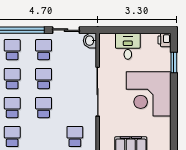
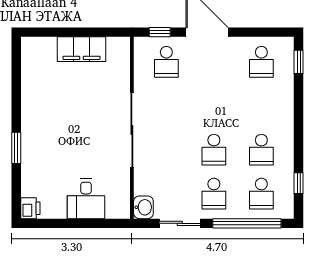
window: (174, 62) -> (16, 148), moved
corner desk: (149, 94) -> (54, 126), removed
school desk: (12, 108) -> (261, 106), removed
school desk: (44, 108) -> (214, 106), removed

